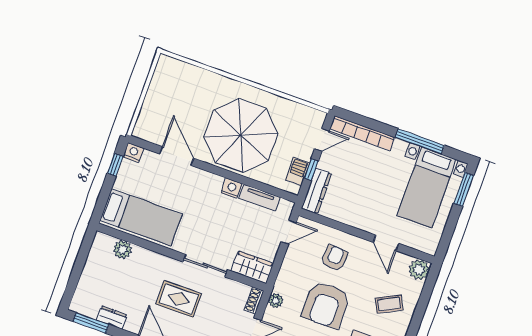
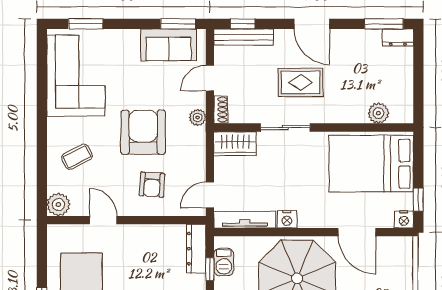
tv unit: (260, 198) -> (245, 220), width x1.41
bed: (141, 217) -> (371, 164), width x1.50
dresser: (112, 317) -> (398, 38), moved

